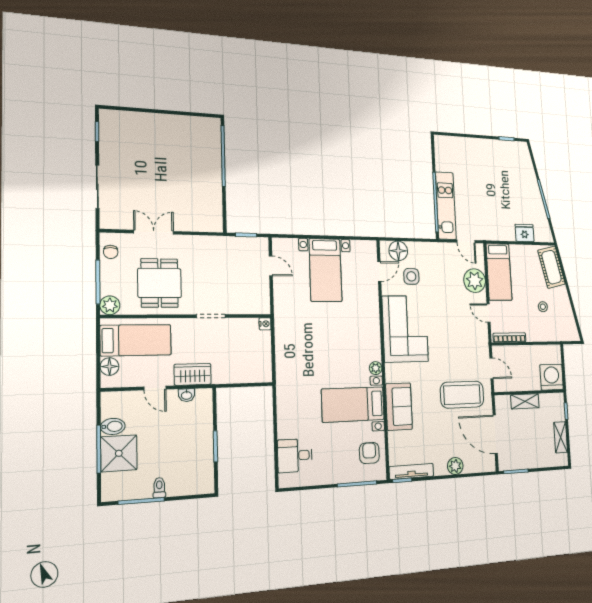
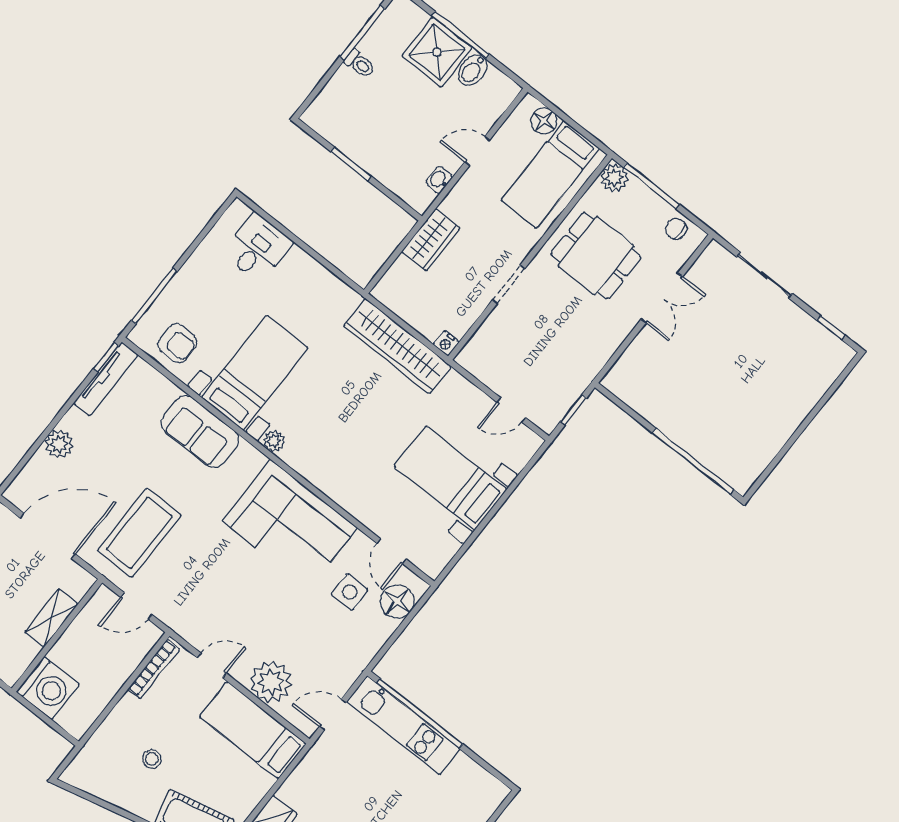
wardrobe: (286, 346) -> (398, 346), added
wardrobe: (193, 374) -> (431, 240), moved

